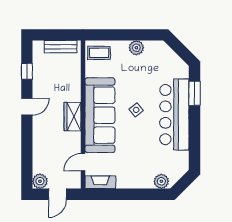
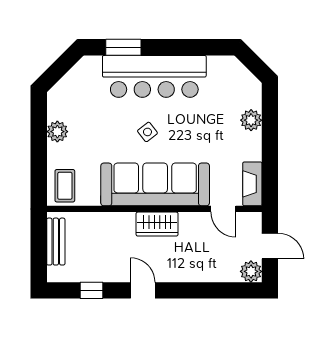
plant: (161, 181) -> (251, 120), moved

